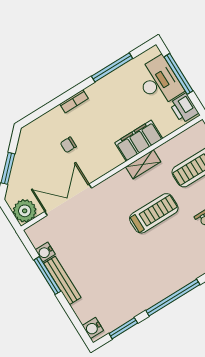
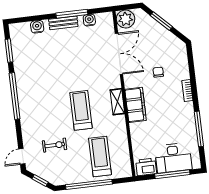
filing cabinet: (139, 141) -> (136, 105), moved
shelving: (143, 164) -> (117, 102), moved
treadmill: (154, 213) -> (81, 110), turned 180
bench: (62, 280) -> (63, 23), width x0.73
water cooler: (93, 328) -> (37, 27), moved

